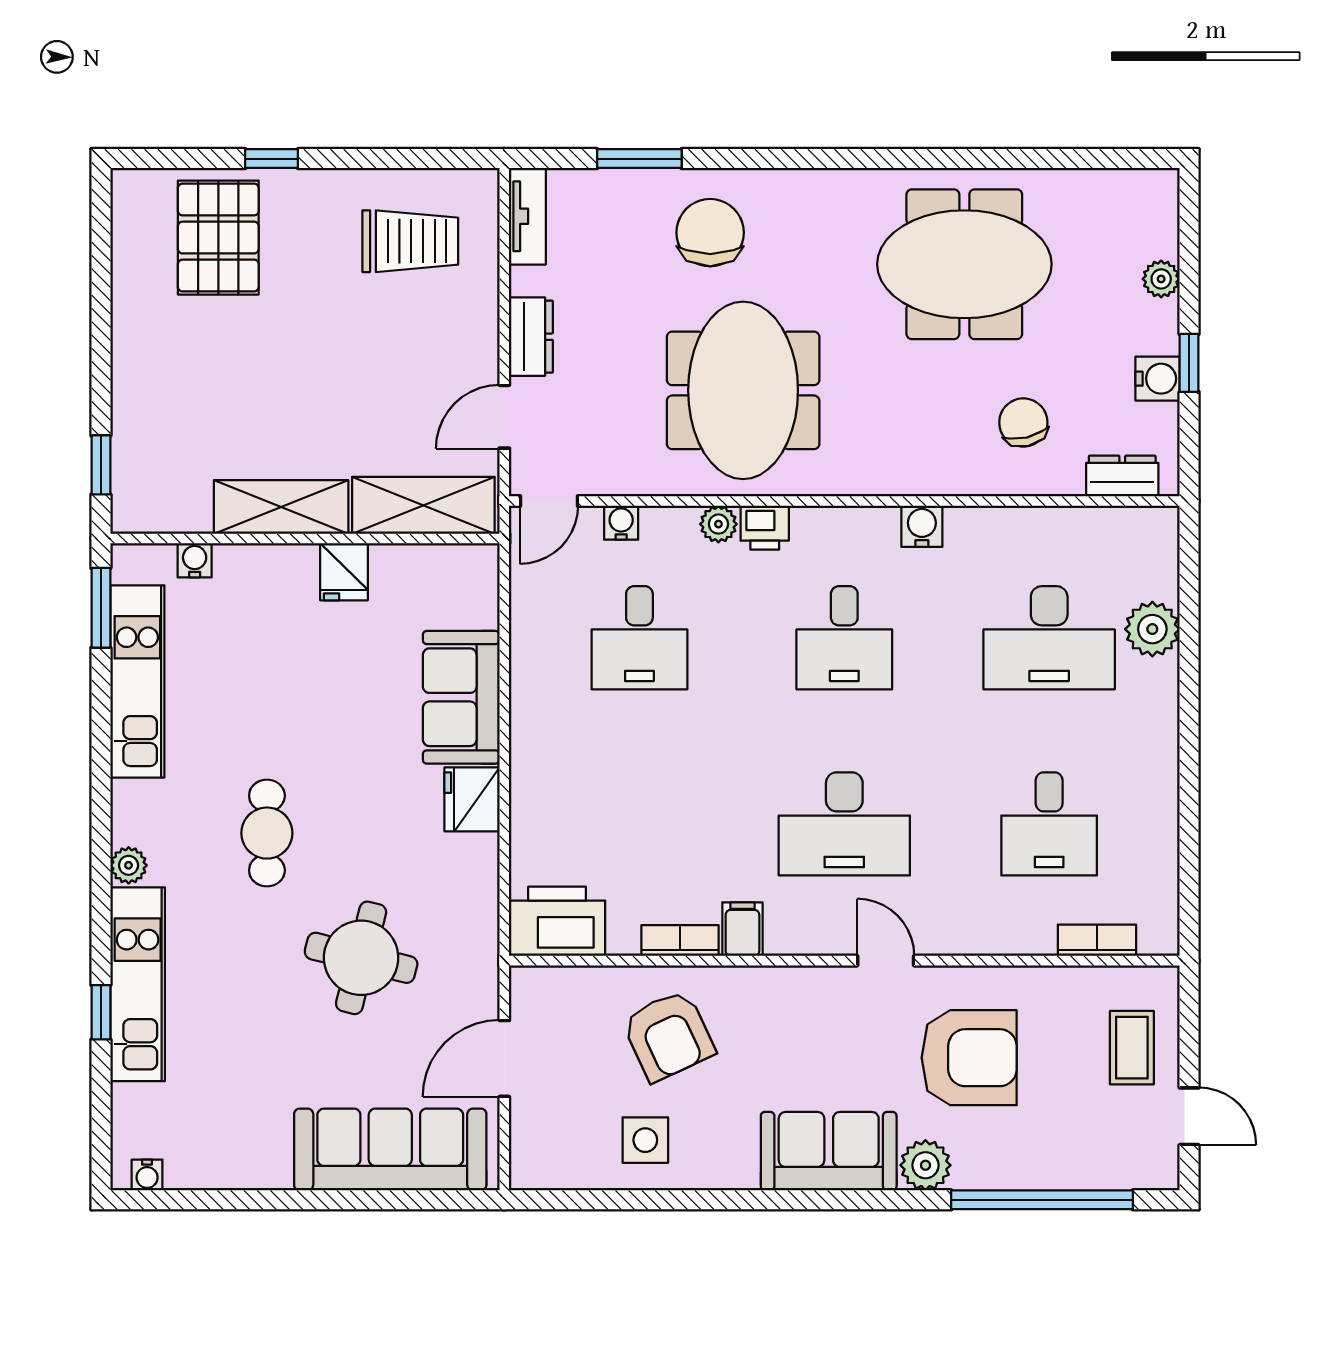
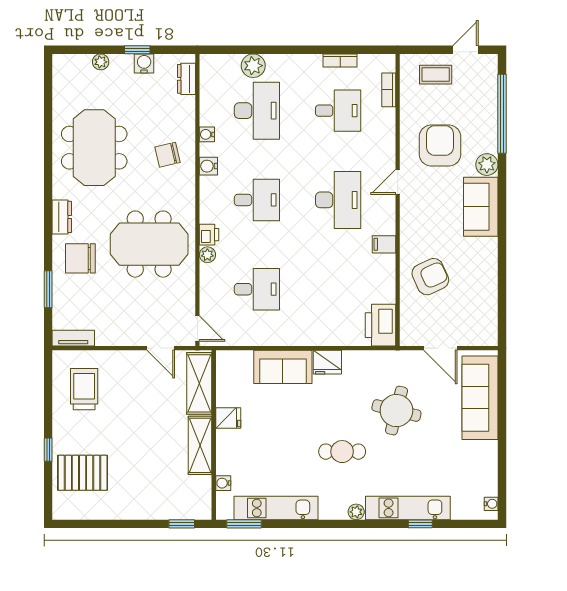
dresser: (531, 337) -> (62, 217), moved, turned 90
chair: (1023, 422) -> (167, 155), moved
water cooler: (621, 523) -> (207, 134), moved
bookcase: (680, 940) -> (340, 61), moved, turned -90
side table: (645, 1140) -> (476, 287), removed

